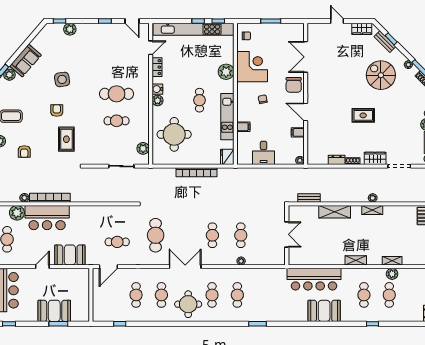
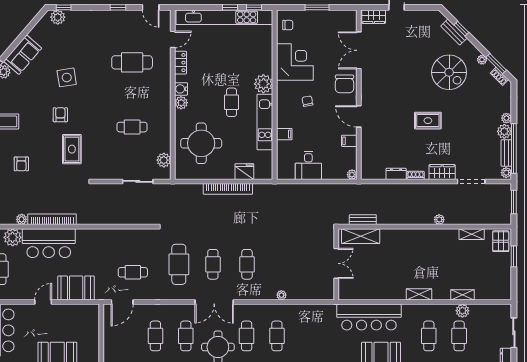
plant: (70, 29) -> (58, 17), moved
wardrobe: (362, 29) -> (374, 17), moved
plant: (226, 72) -> (263, 84), moved
spiral stairs: (381, 75) -> (449, 72), turned 180
cafe table: (117, 94) -> (132, 62), moved
fridge: (227, 157) -> (244, 172), moved, turned 90
shelving: (372, 210) -> (472, 234), moved
shelving: (335, 212) -> (361, 236), moved
cafe table: (241, 235) -> (213, 264), moved
double door: (185, 267) -> (214, 302), swing flipped

